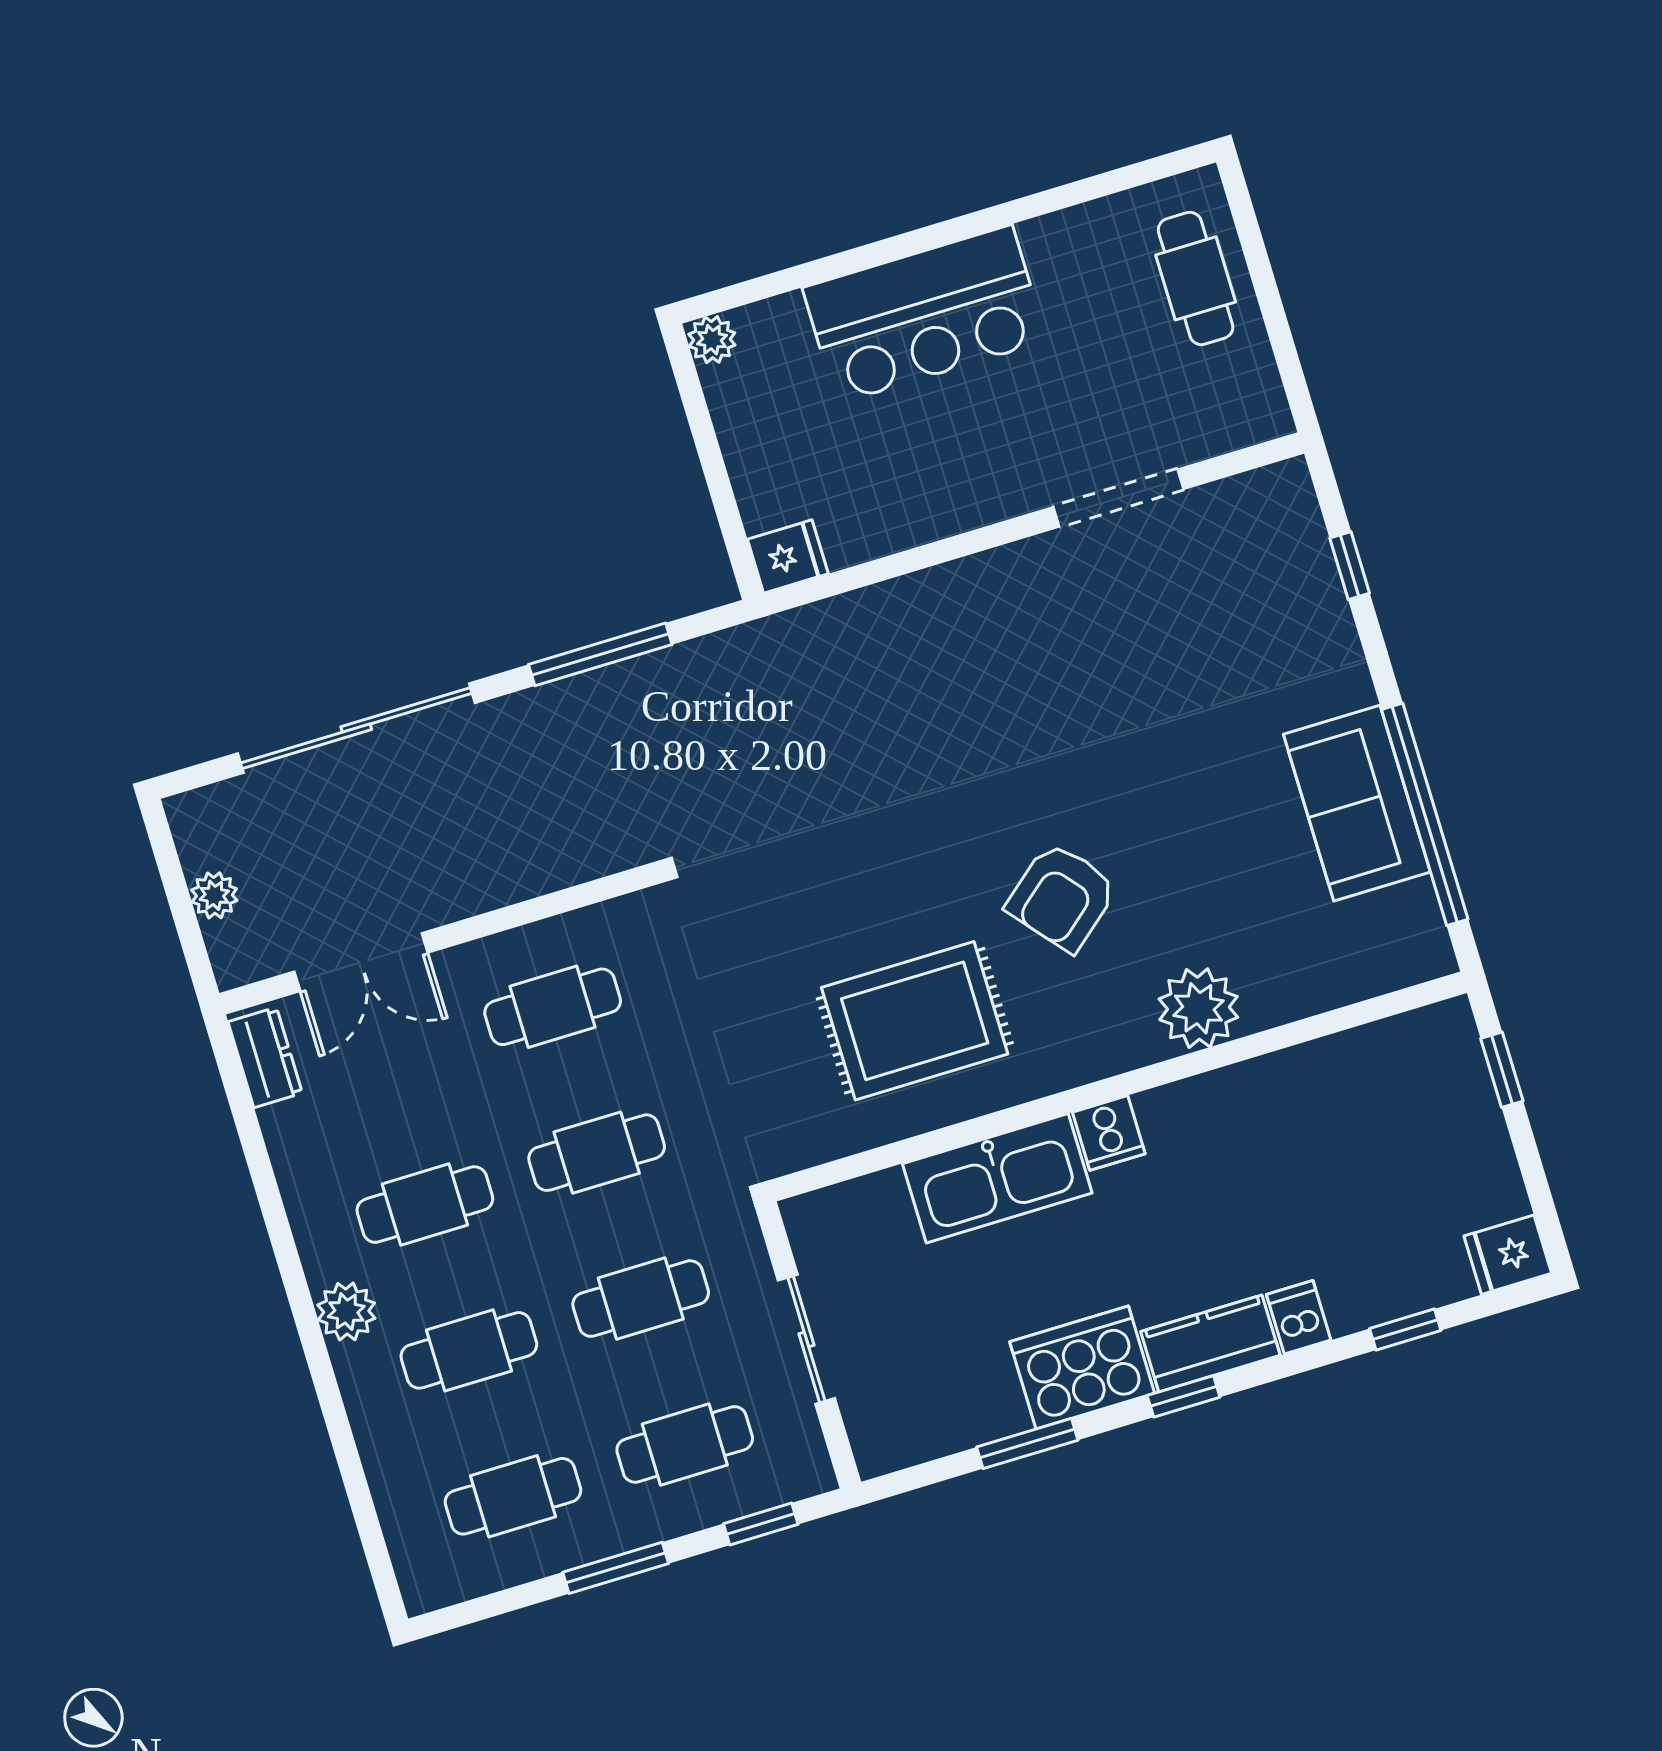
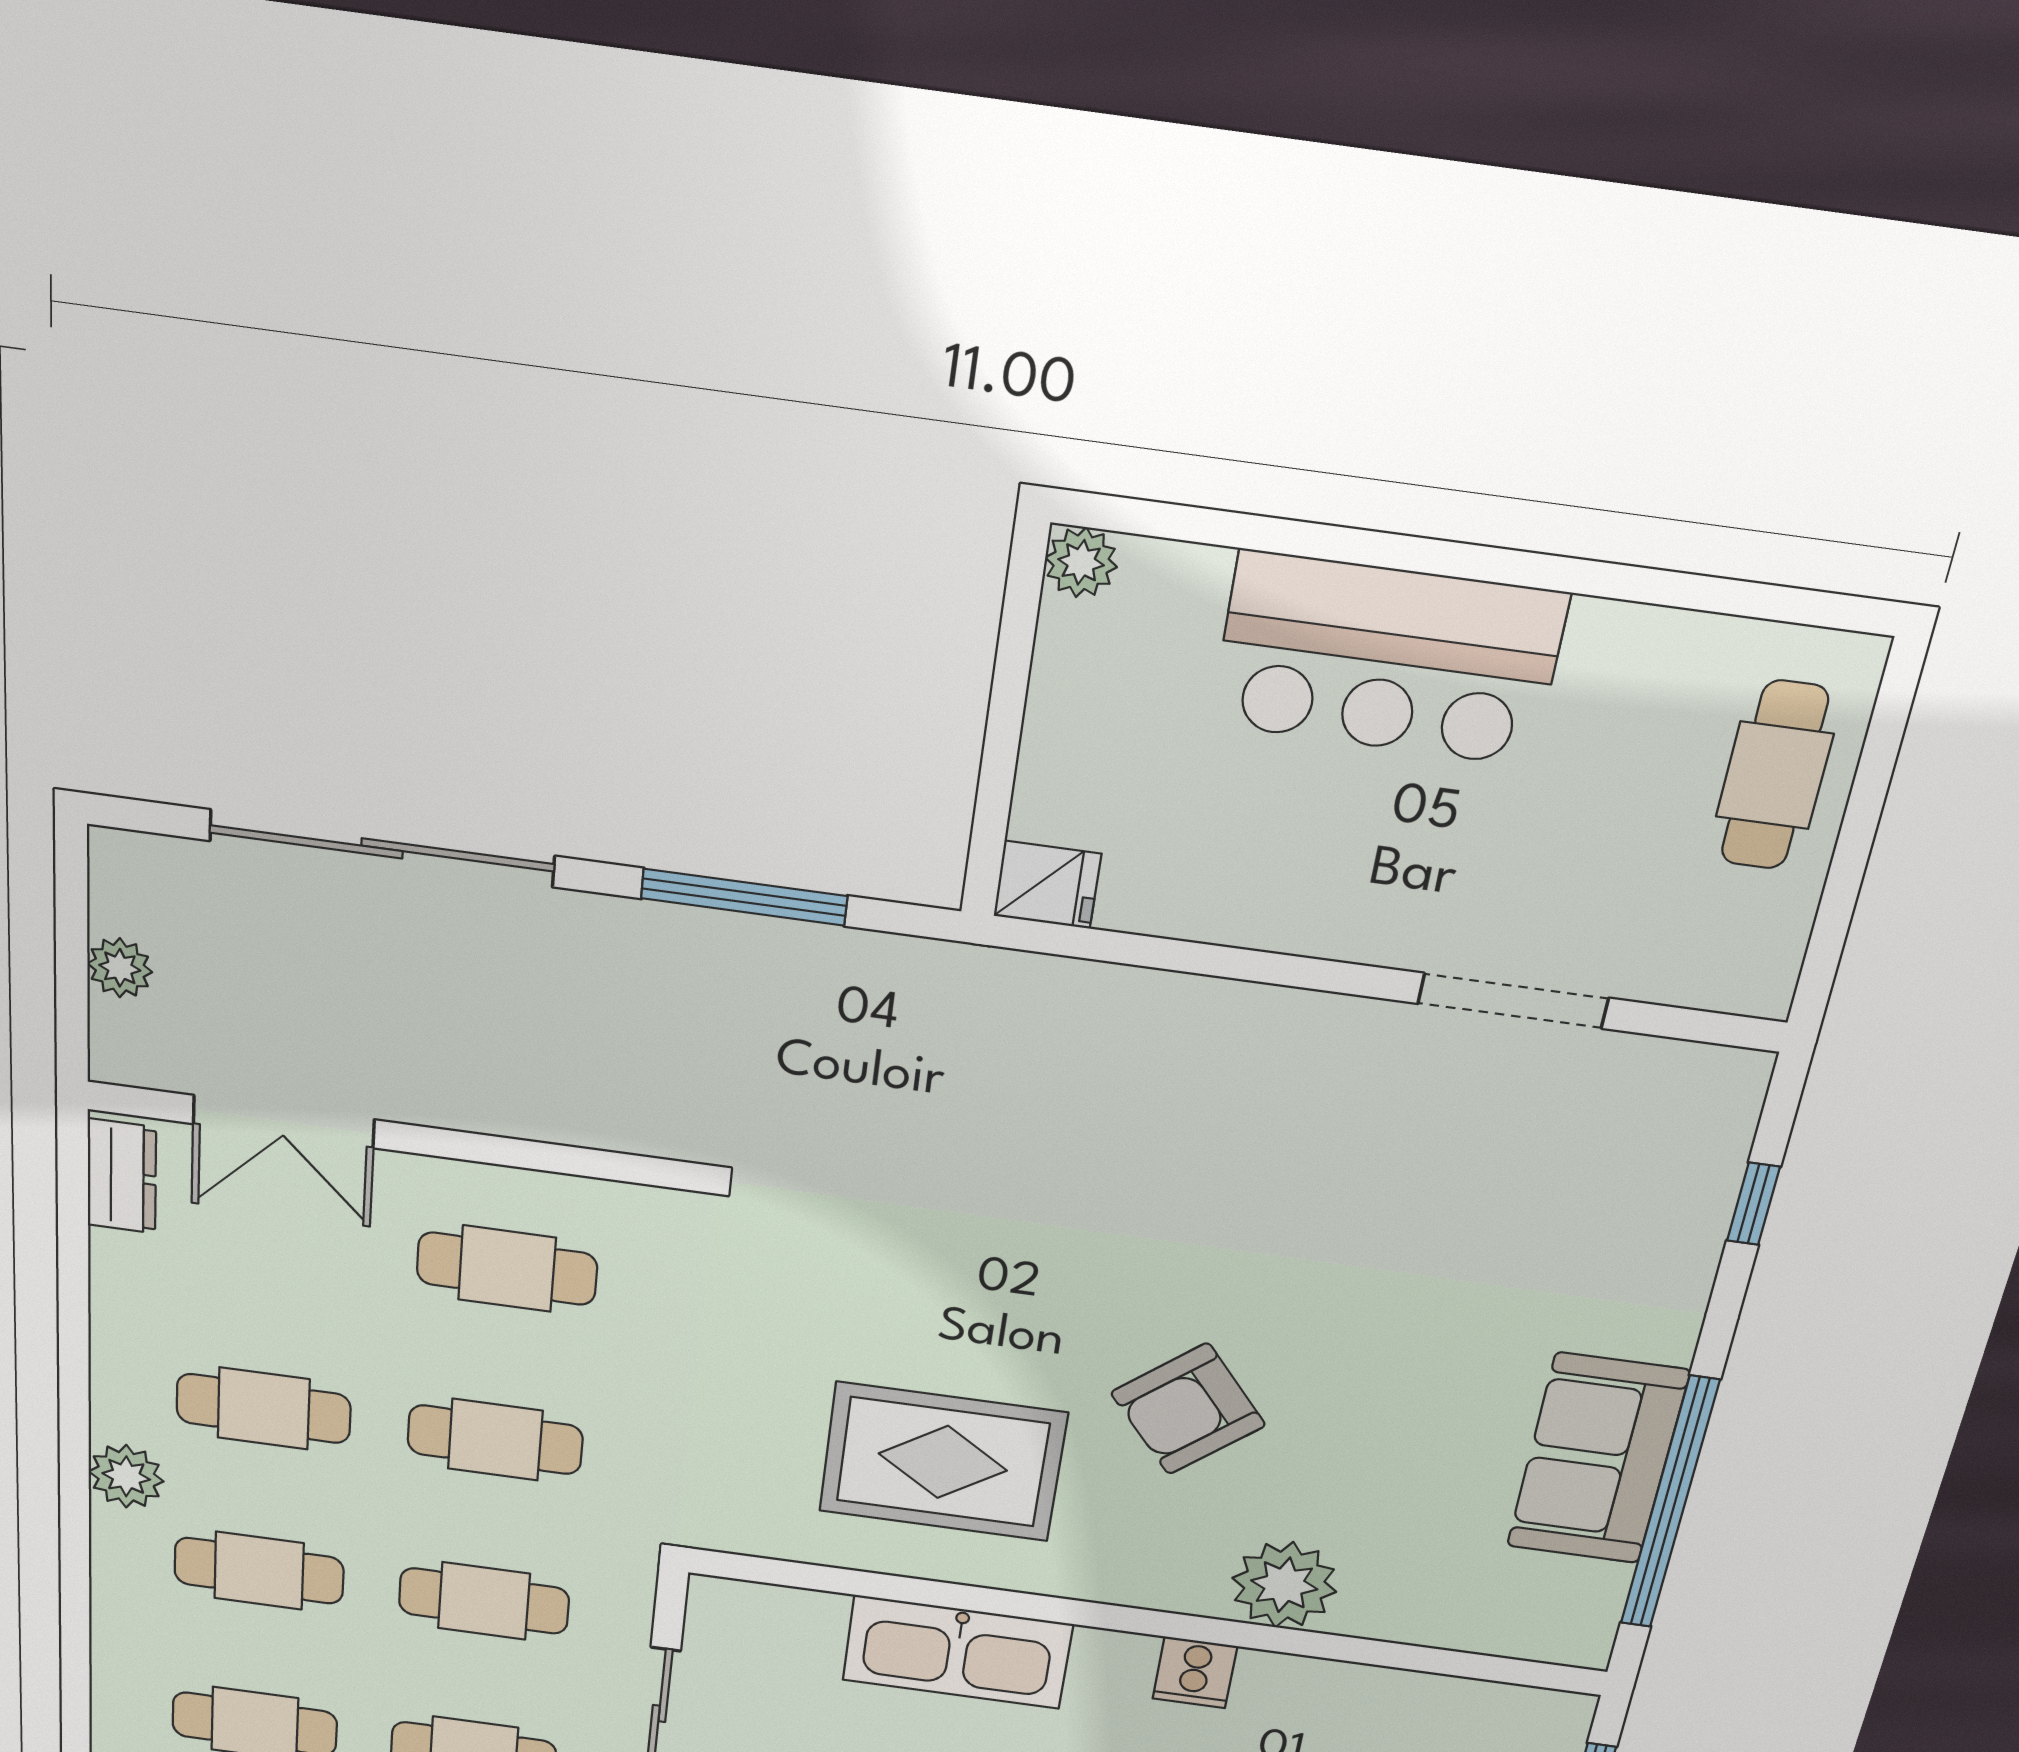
cooker: (1109, 1133) -> (1195, 1672), moved

